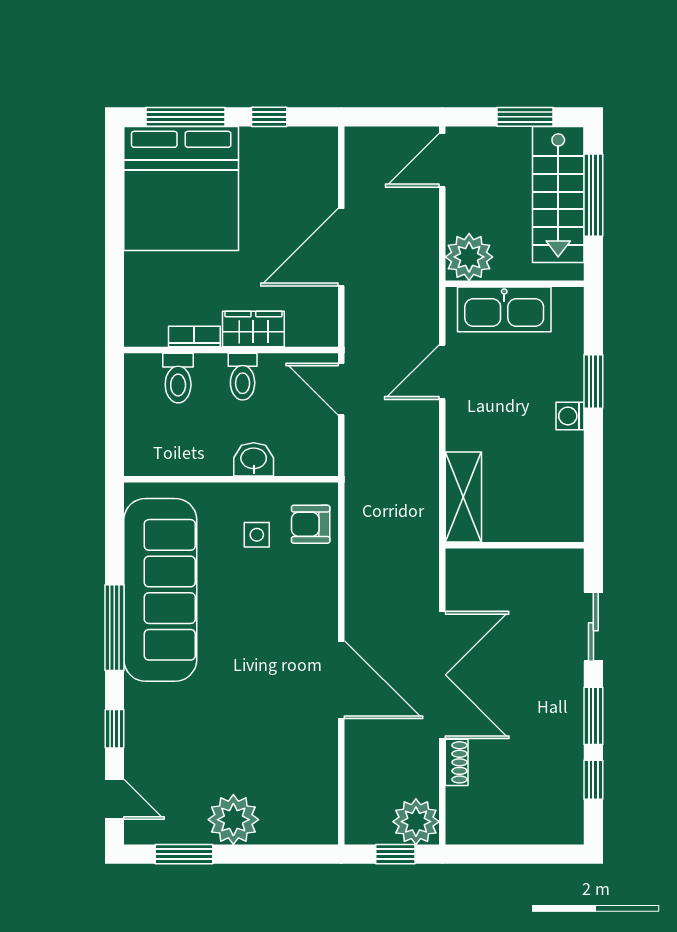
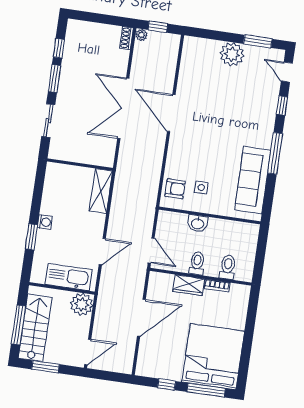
sofa: (160, 590) -> (253, 180), width x0.74, depth x0.79
shoe rack: (457, 762) -> (126, 38), moved
plant: (416, 822) -> (141, 35), width x0.53, depth x0.53

